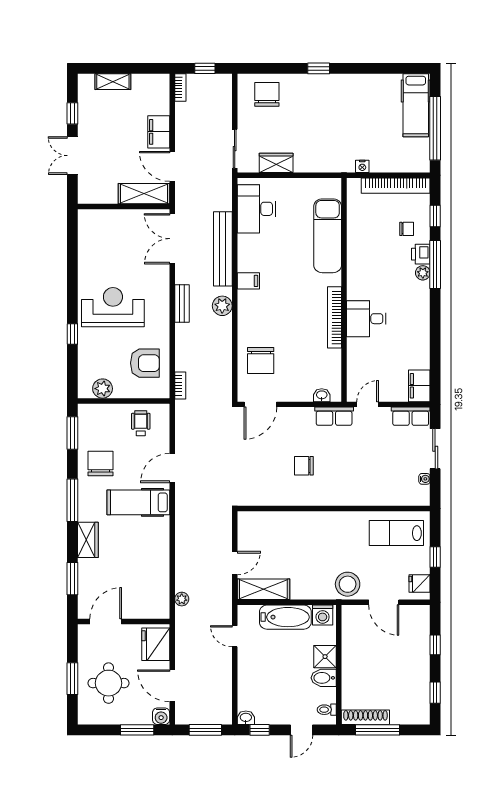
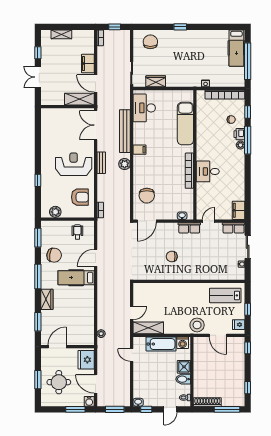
reception desk: (113, 307) -> (74, 164), moved
chair: (100, 463) -> (54, 255), turned 99
window: (435, 645) -> (248, 348), moved
window: (377, 730) -> (227, 409), moved

